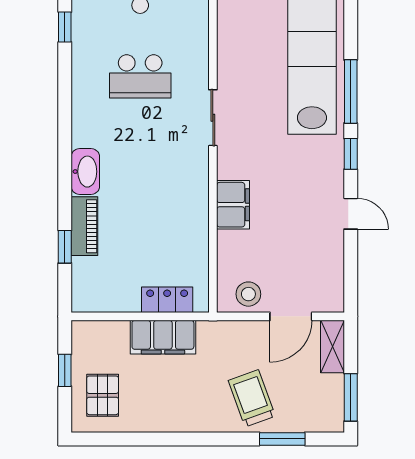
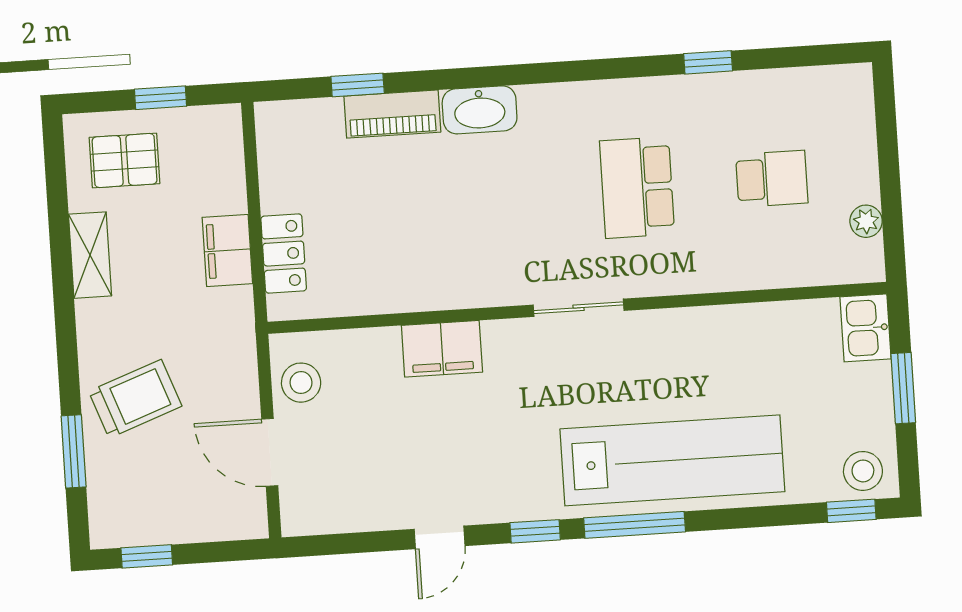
filing cabinet: (163, 337) -> (227, 250), width x0.67, depth x0.86
shelving: (332, 347) -> (90, 255), moved, turned 90
window: (351, 397) -> (147, 556), width x0.67

